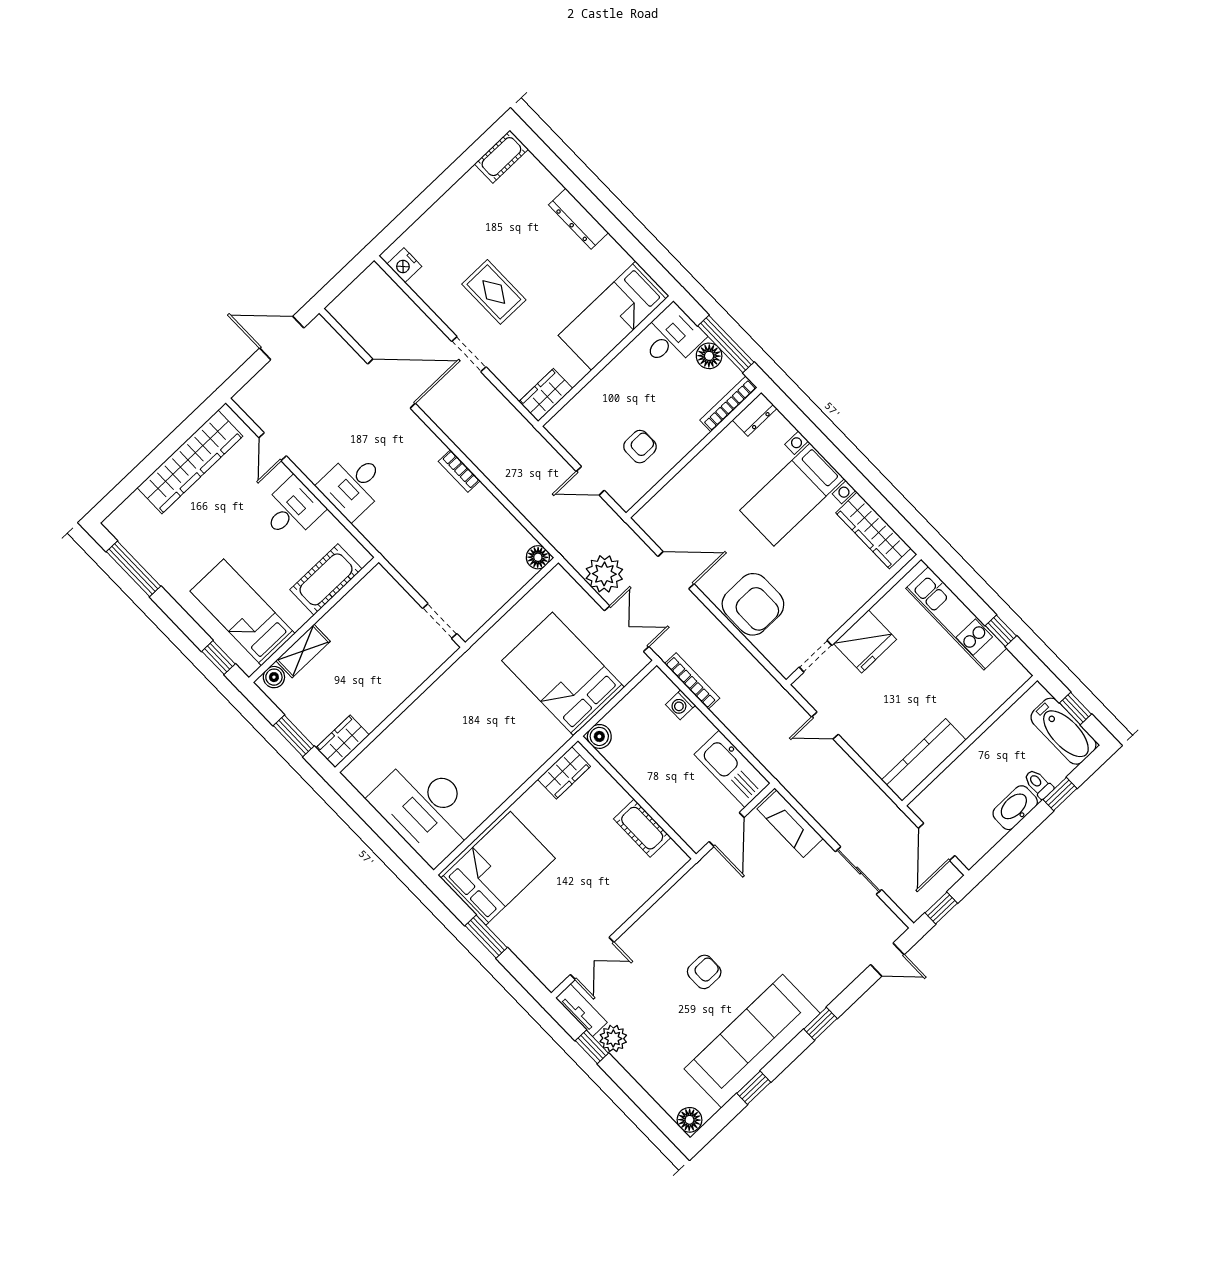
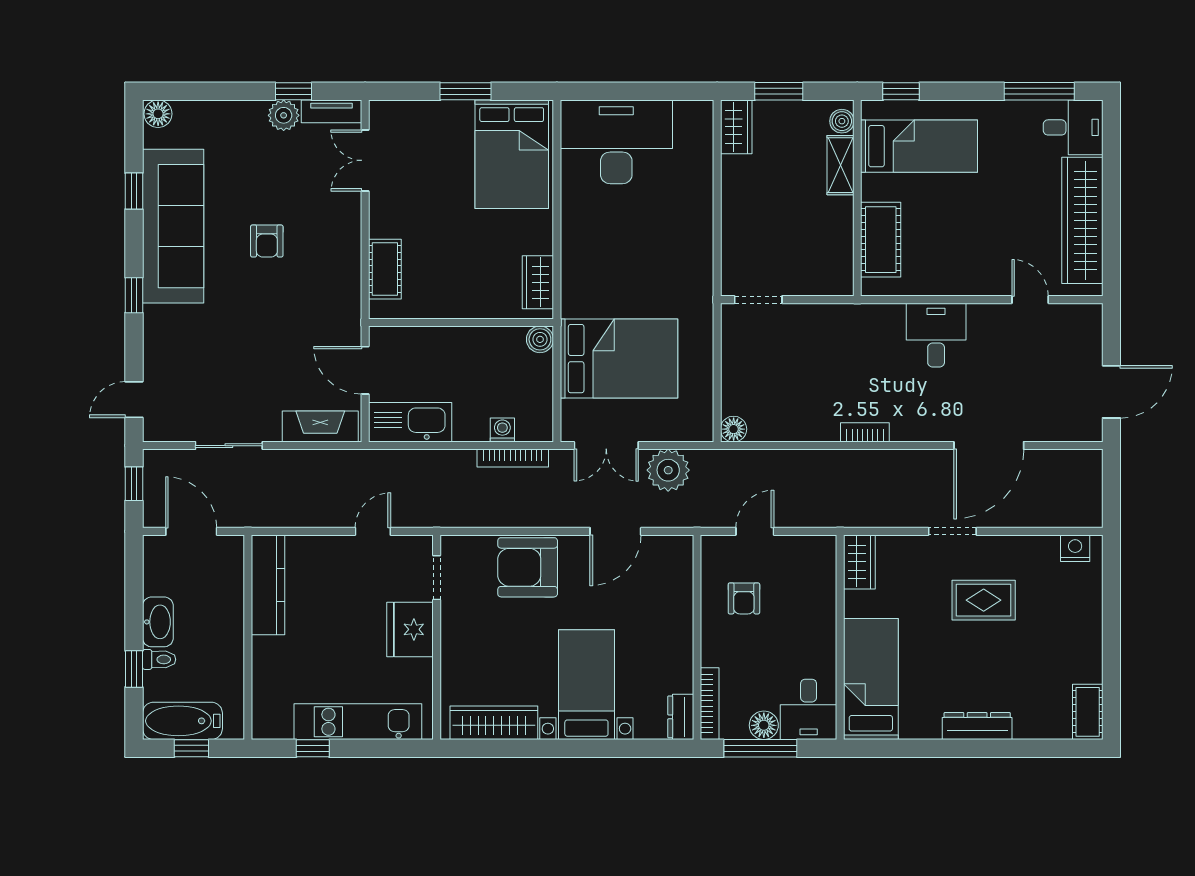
desk: (292, 509) -> (1073, 127), moved, turned -90
cot: (642, 828) -> (385, 269), moved, turned 90

